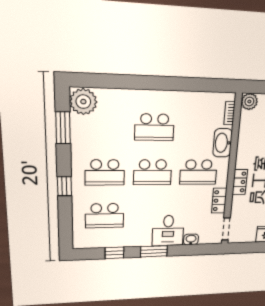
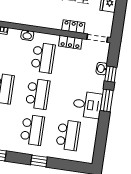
washbasin: (223, 143) -> (27, 35), width x0.52, depth x0.69
locker: (240, 182) -> (73, 27), moved
desk: (168, 231) -> (87, 105), moved
window: (114, 253) -> (111, 74), moved

